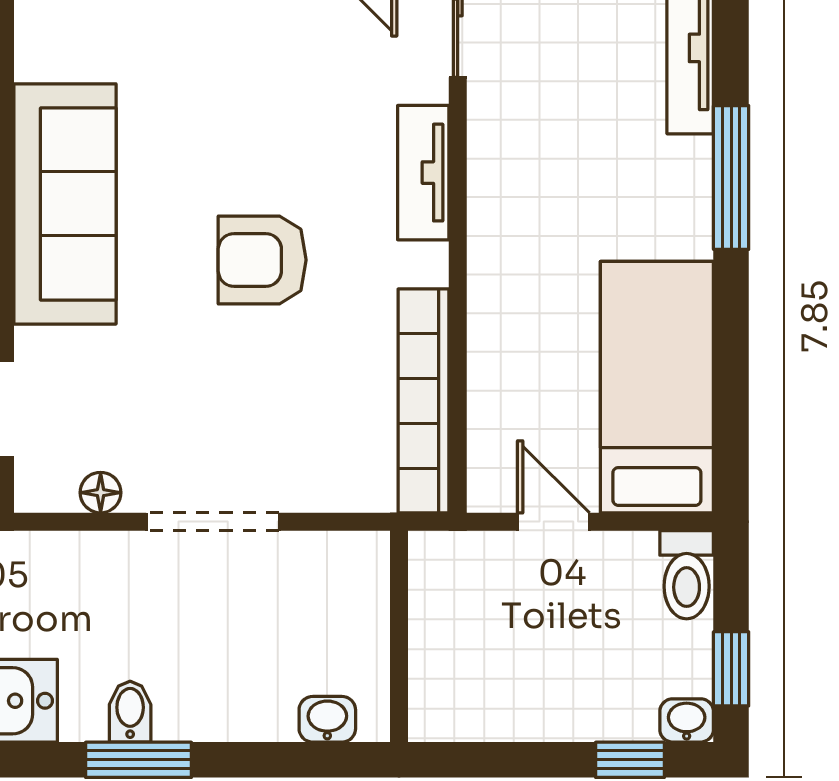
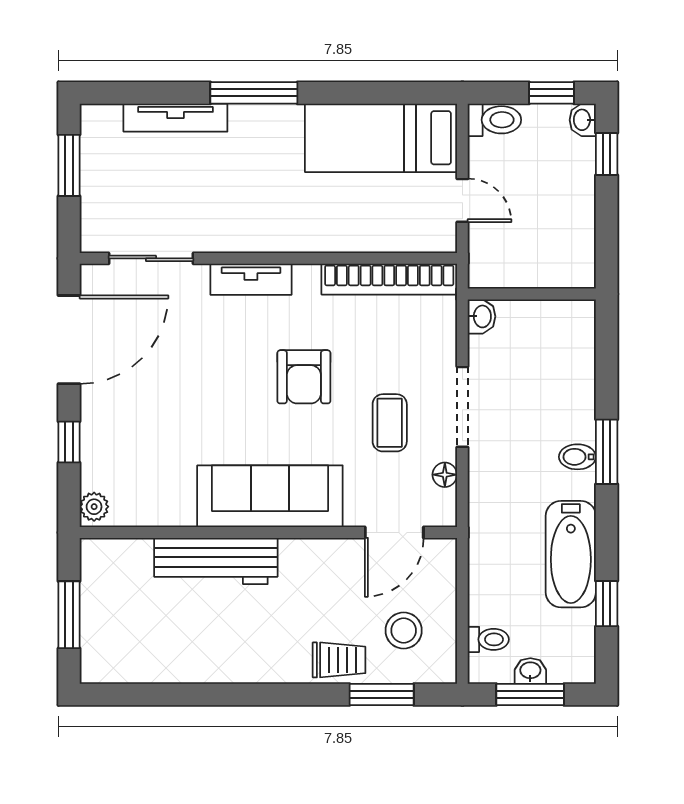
coffee table: (186, 402) -> (390, 423), added
door: (553, 522) -> (462, 200), swing flipped
washbasin: (327, 719) -> (482, 316), moved, turned 180

